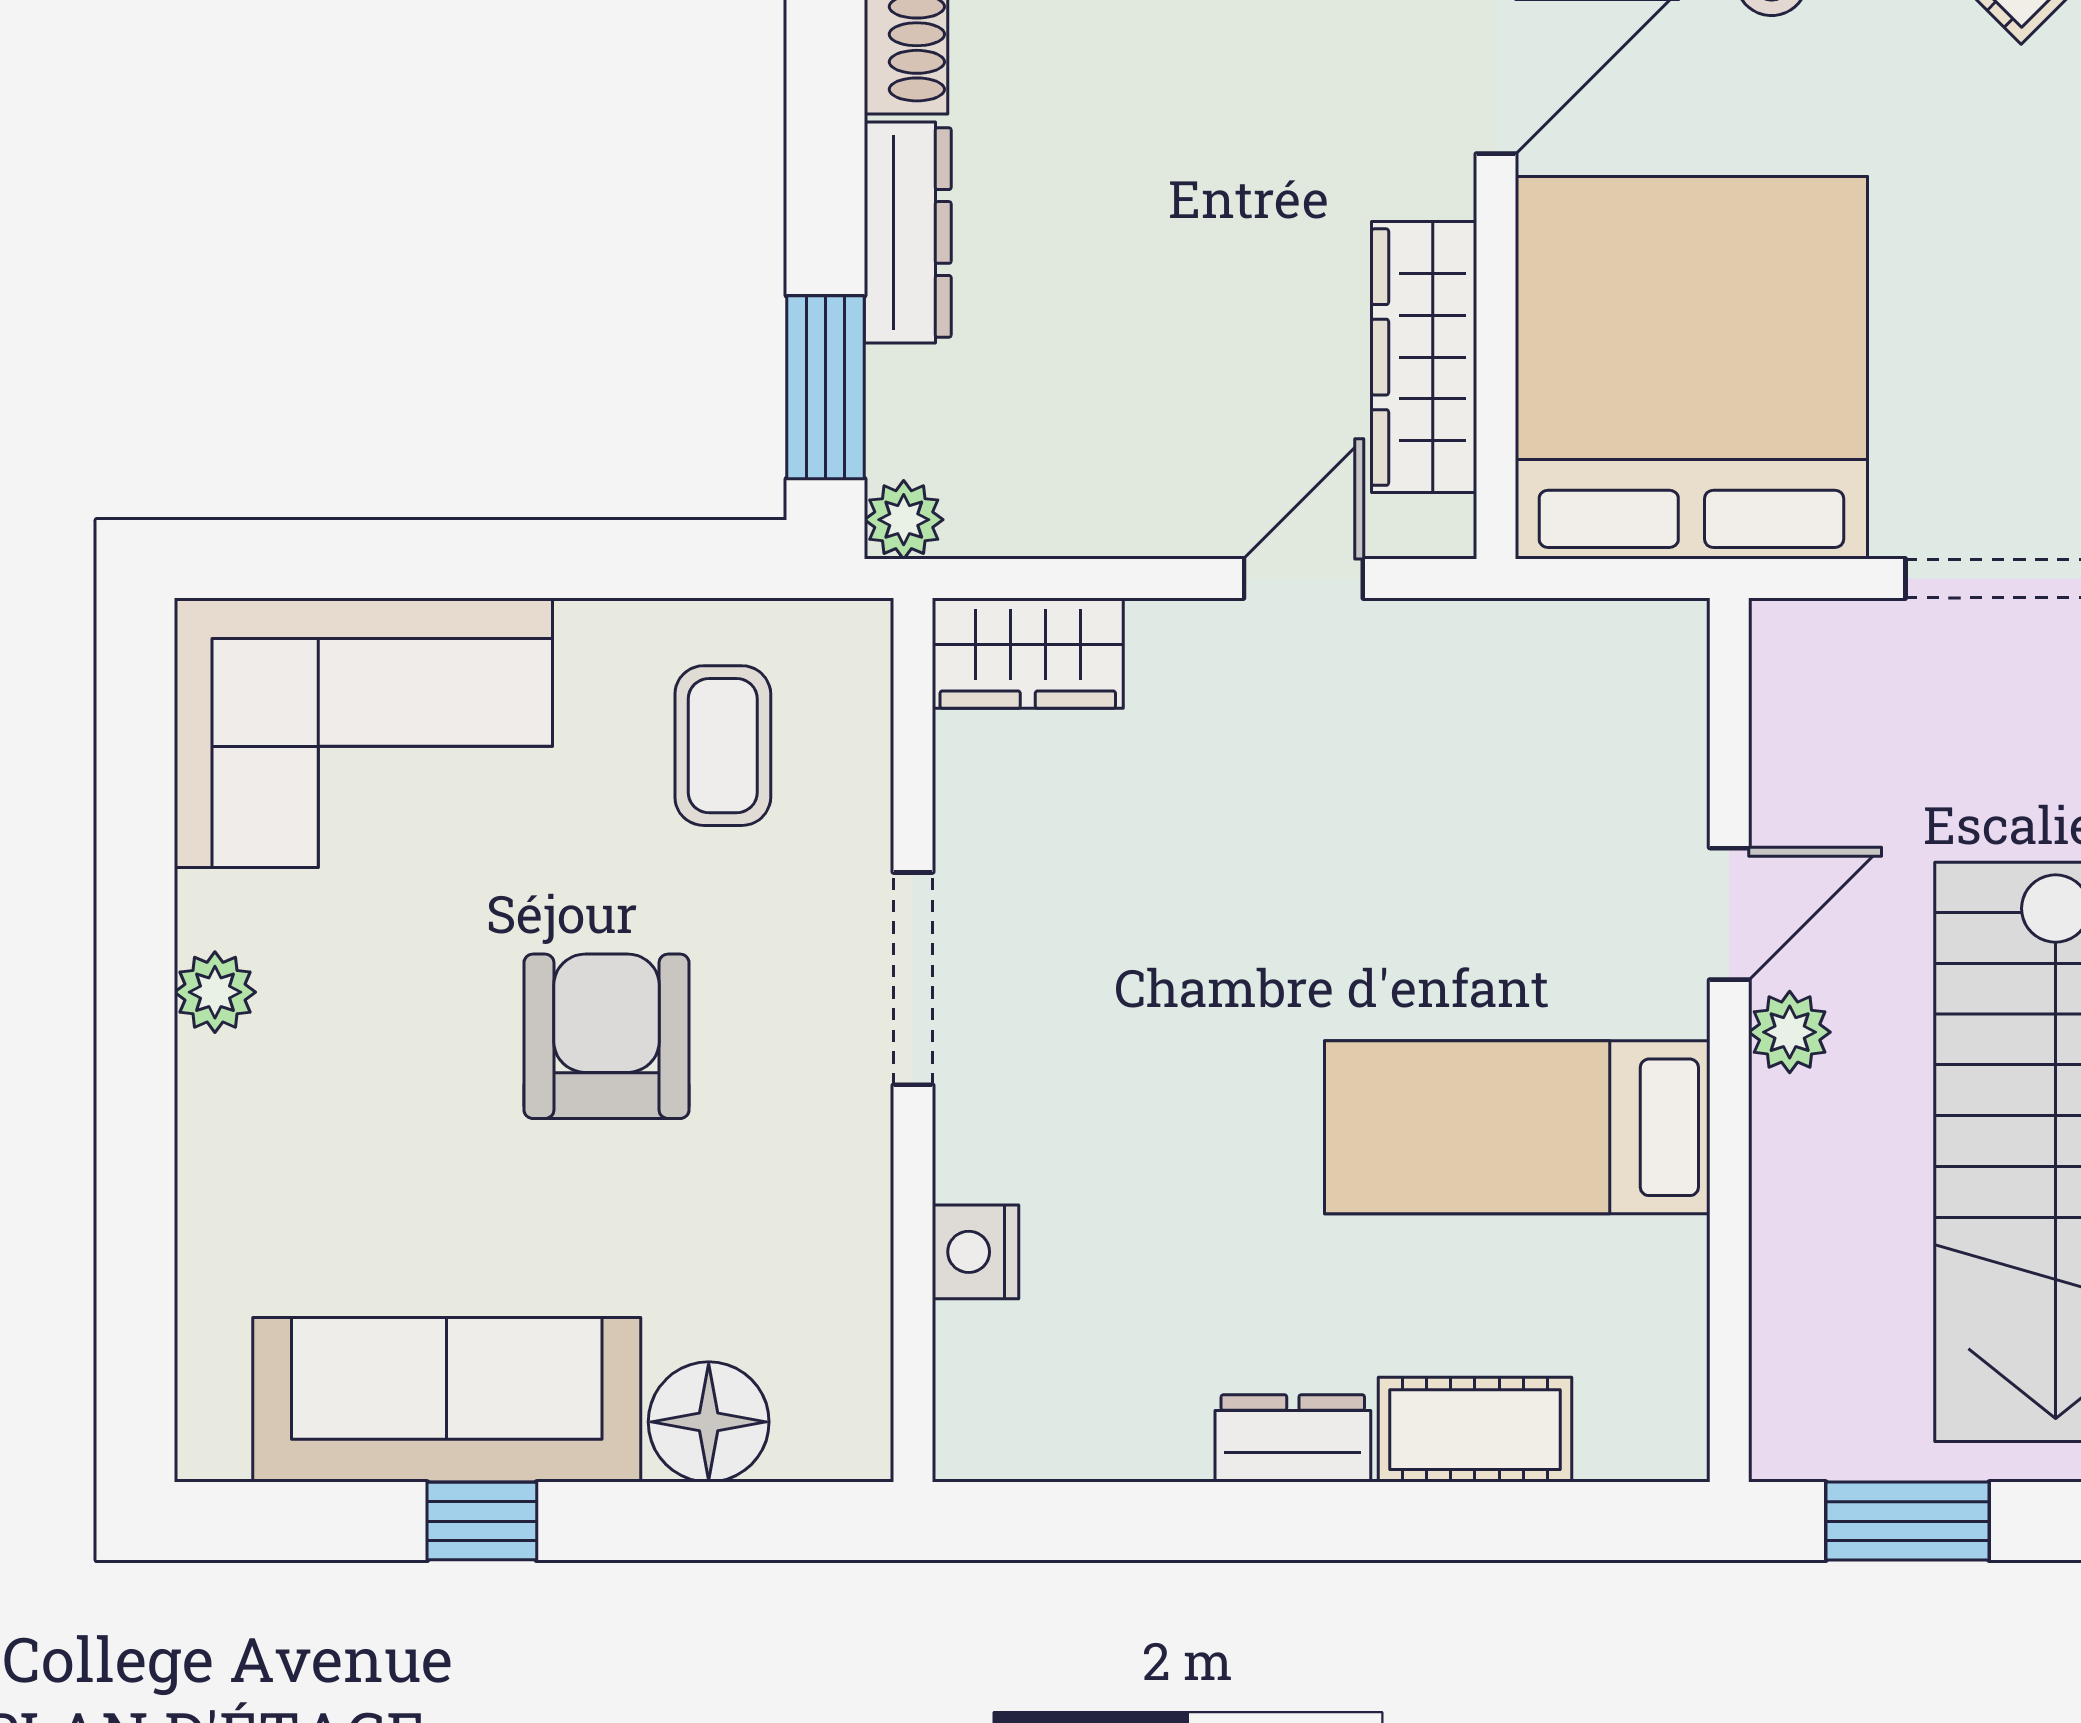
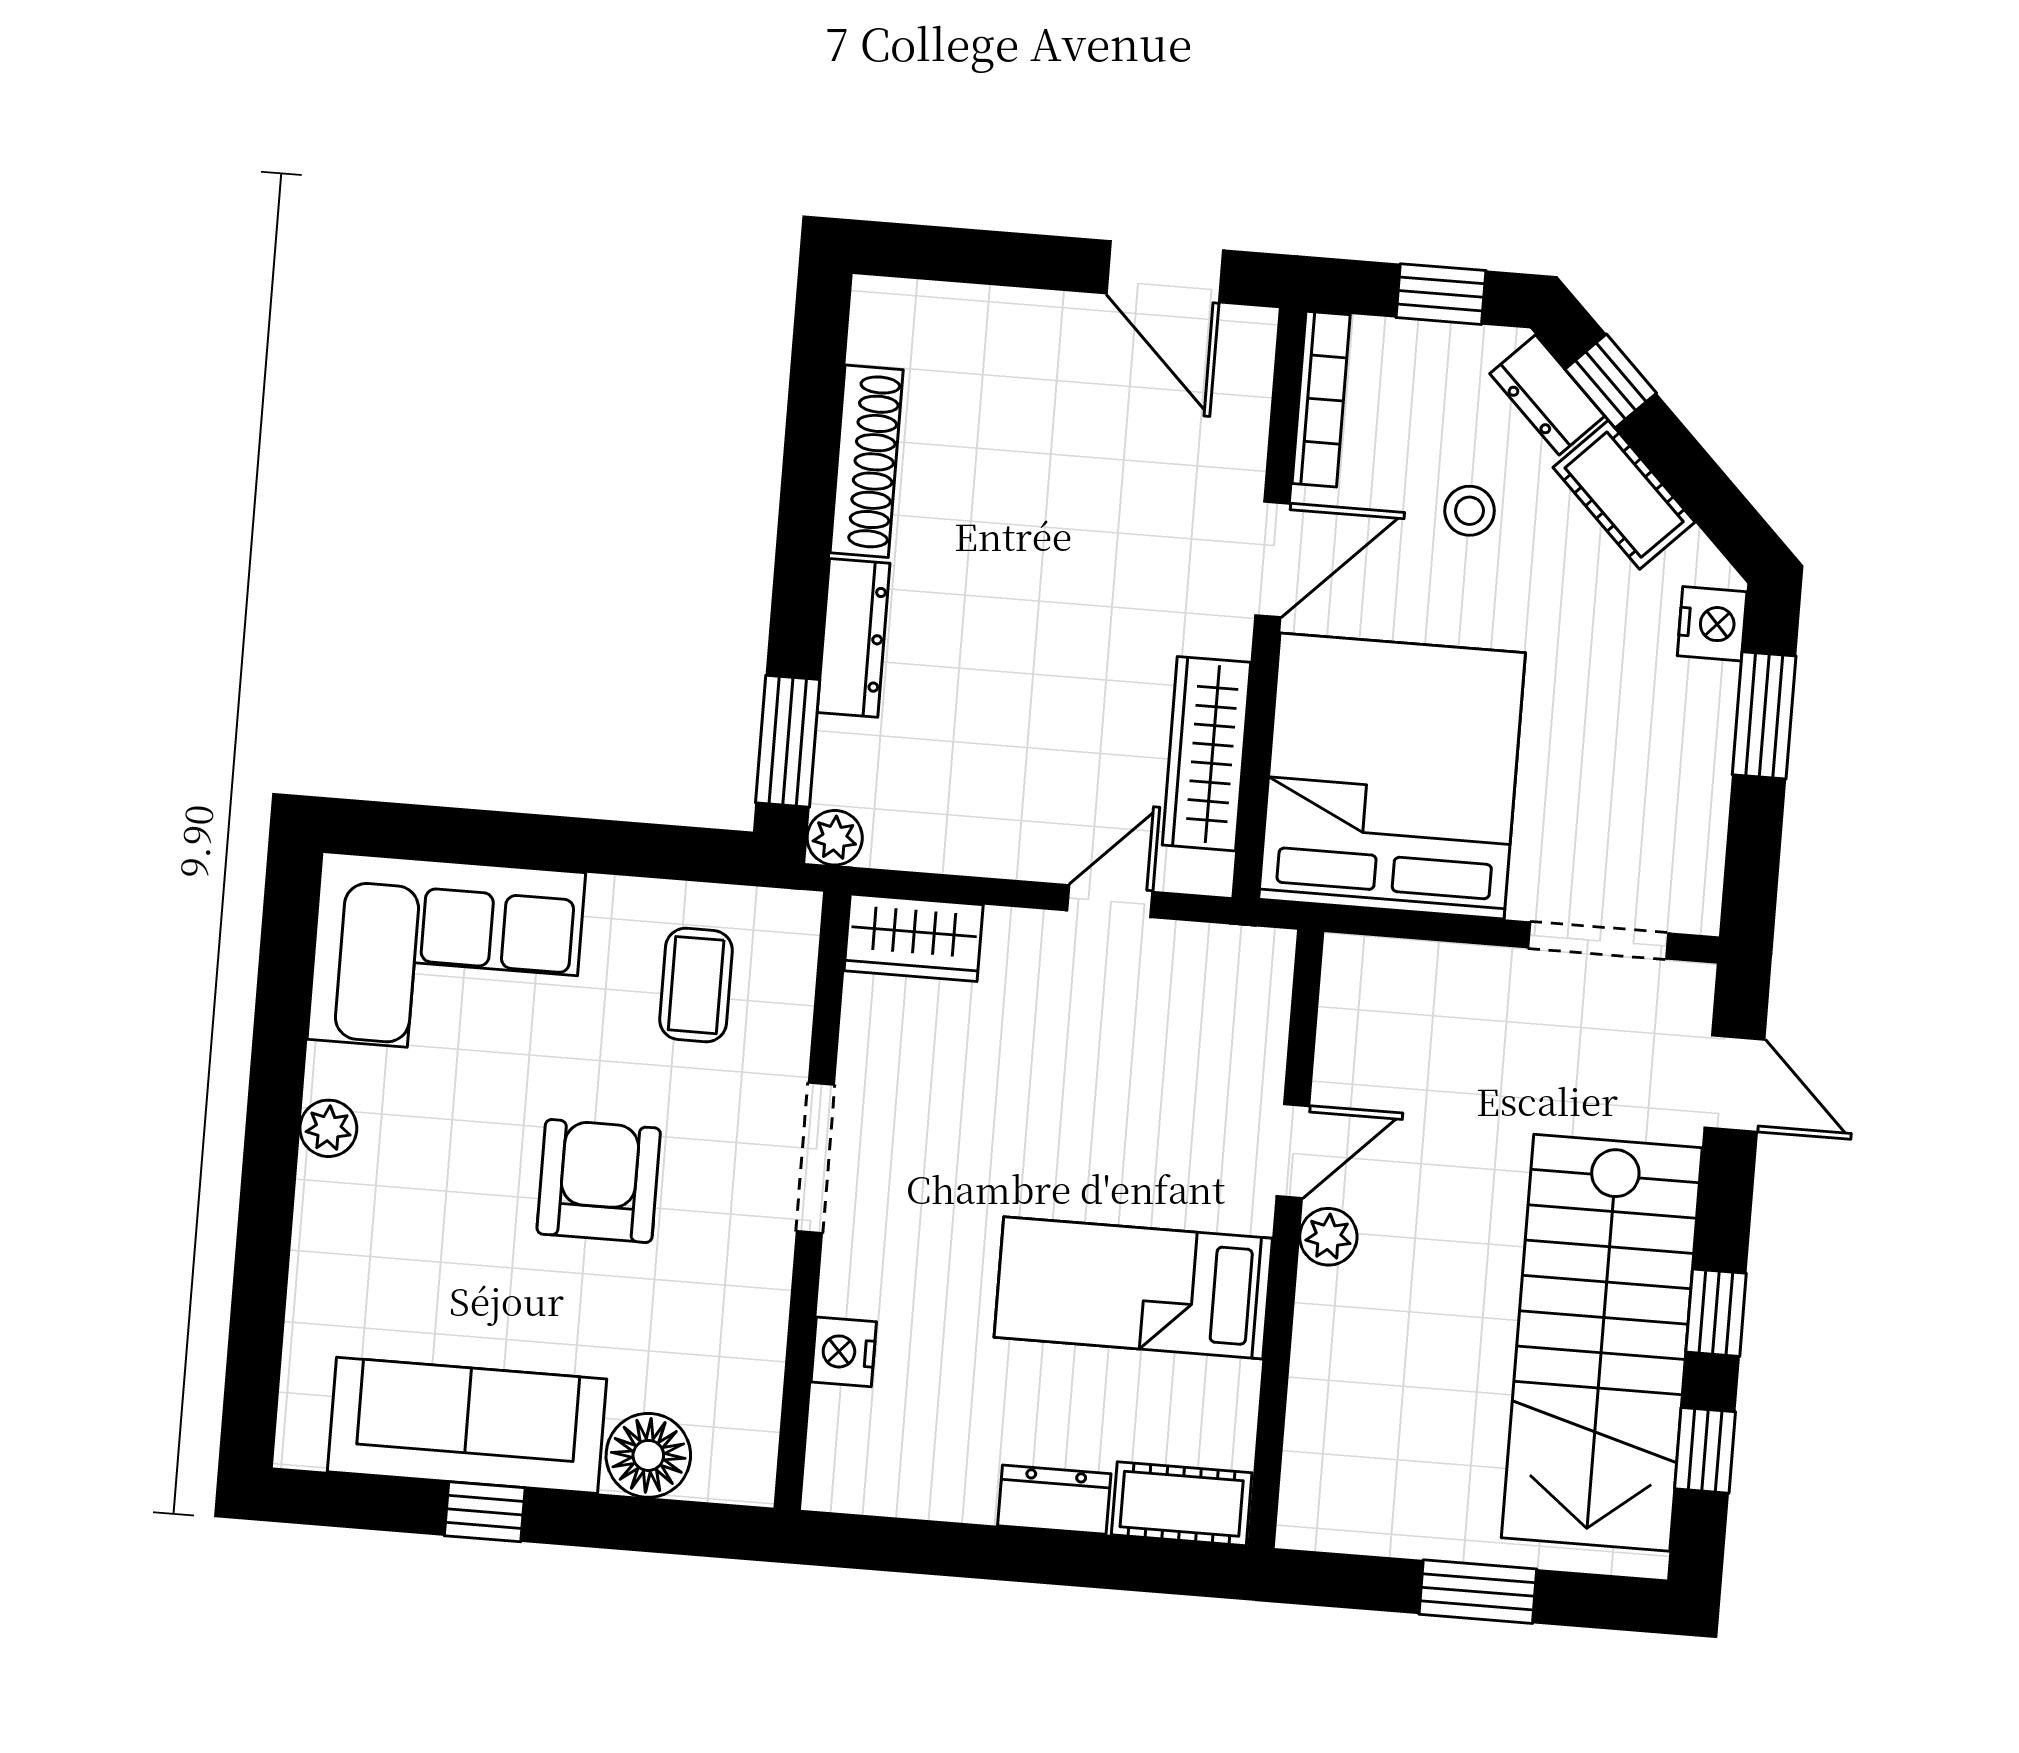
door: (1729, 914) -> (1293, 1151), moved
plant: (1790, 1032) -> (1328, 1237), moved
wall: (1729, 1040) -> (1286, 1239), moved
bed: (1517, 1127) -> (1133, 1288), moved

